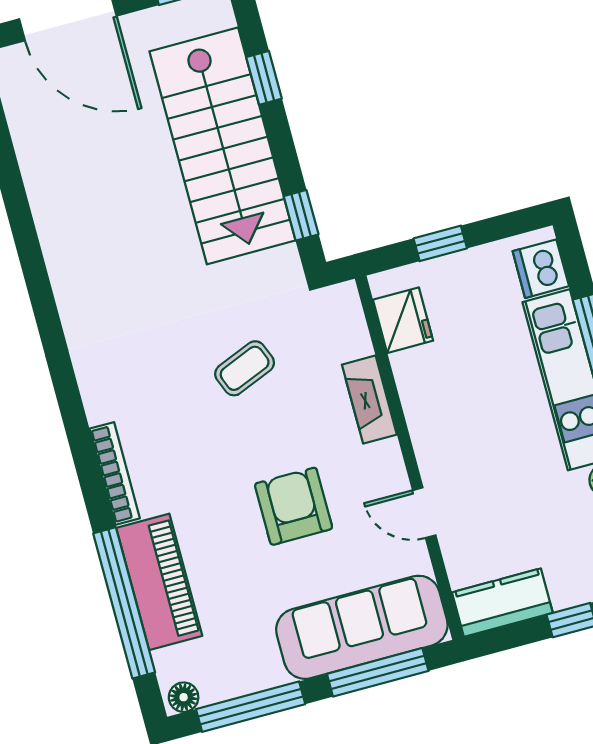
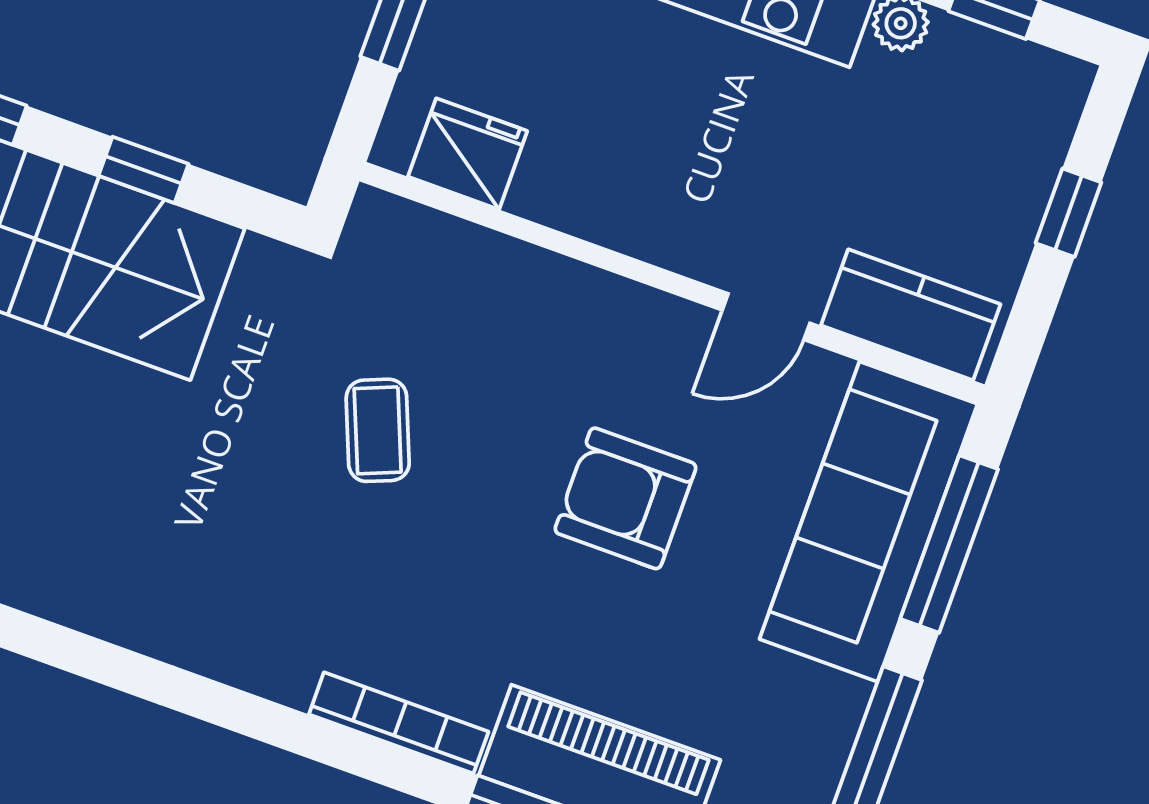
window: (301, 215) -> (144, 170), moved
fireplace: (369, 400) -> (548, 282), removed
kitchen counter: (502, 603) -> (911, 315), moved, turned 90

